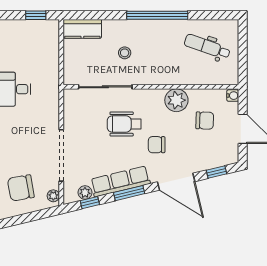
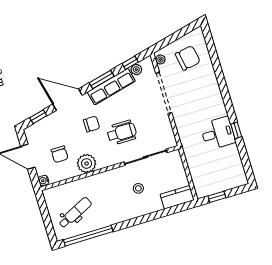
window: (157, 15) -> (88, 236), moved
dental chair: (207, 47) -> (75, 213), turned -45
chair: (205, 121) -> (60, 154), turned -92

